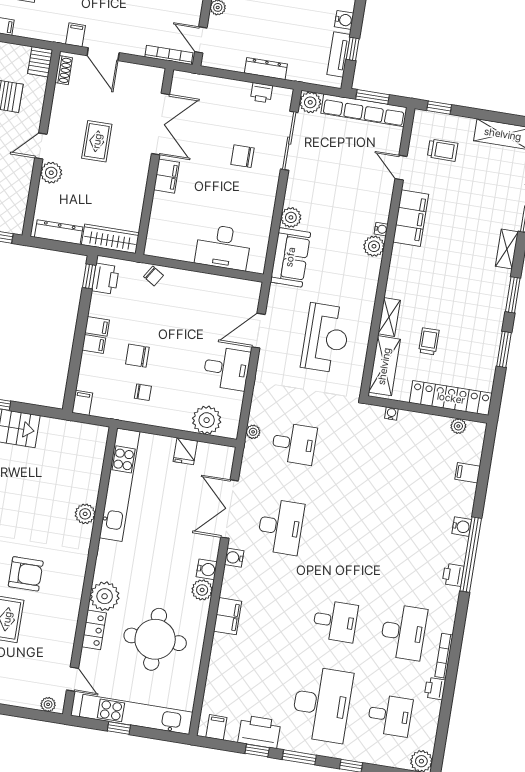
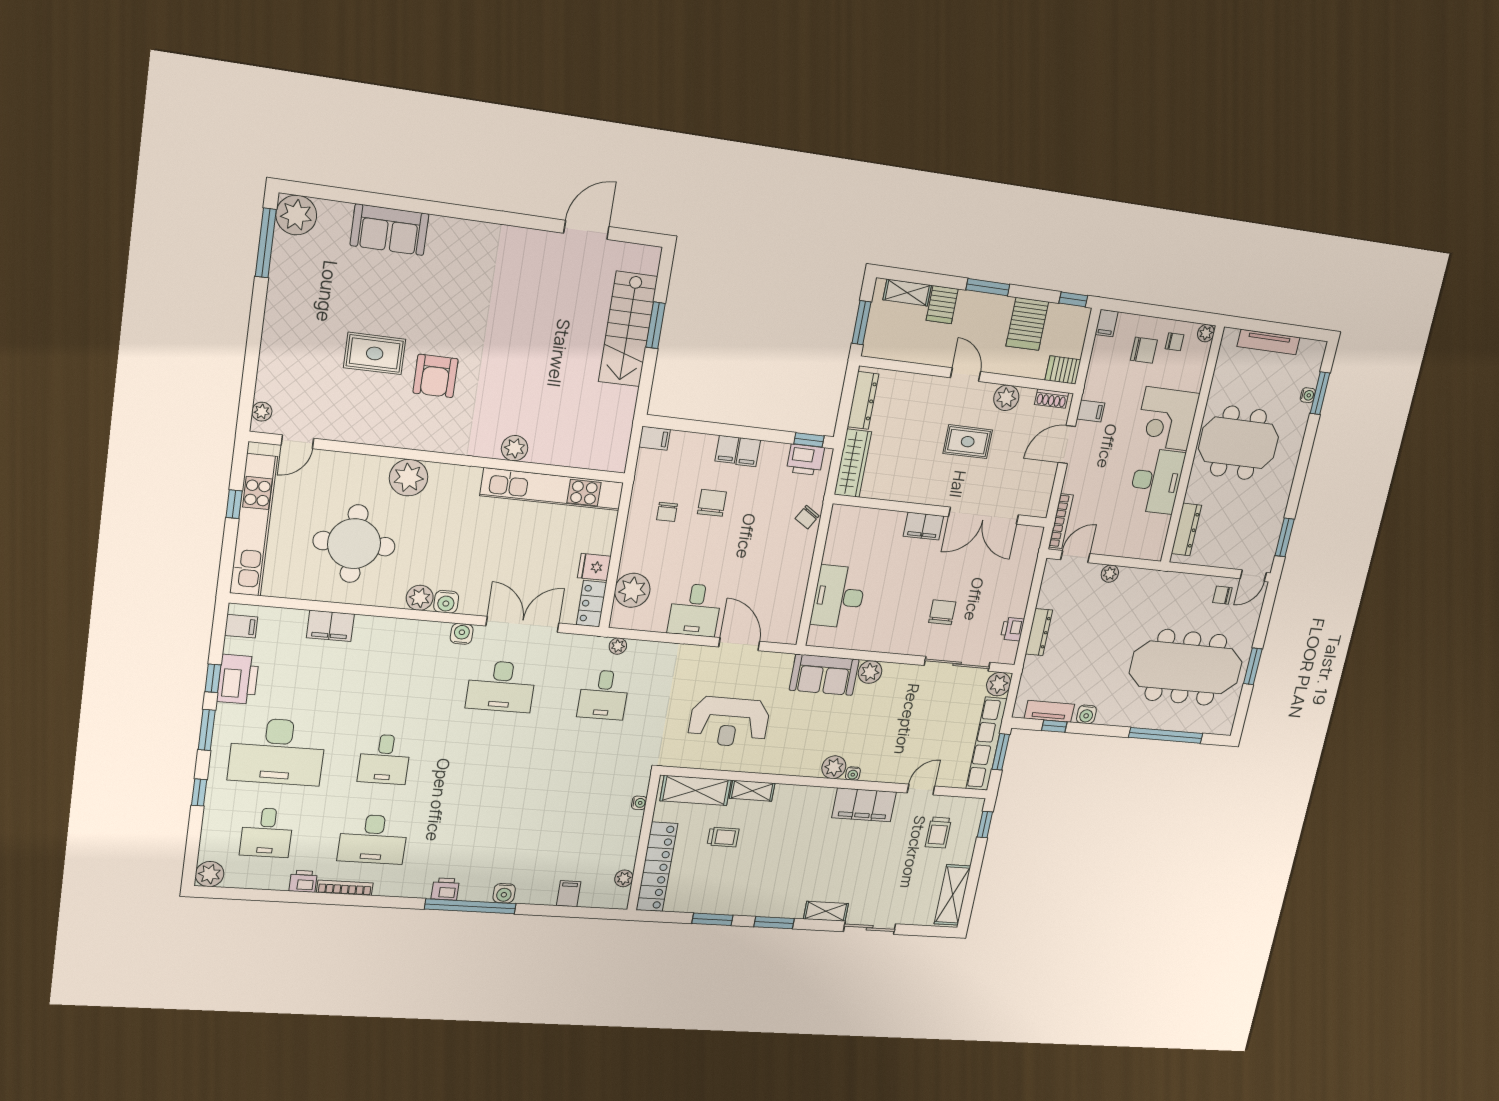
plant: (51, 173) -> (1006, 398), moved
filing cabinet: (228, 616) -> (330, 626), moved
locker: (94, 630) -> (591, 604), moved, turned 90

